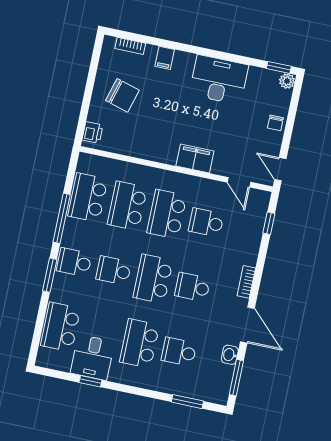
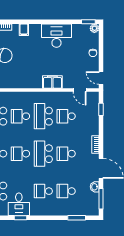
school desk: (127, 206) -> (20, 116), width x0.54
school desk: (139, 343) -> (43, 191), width x0.54

